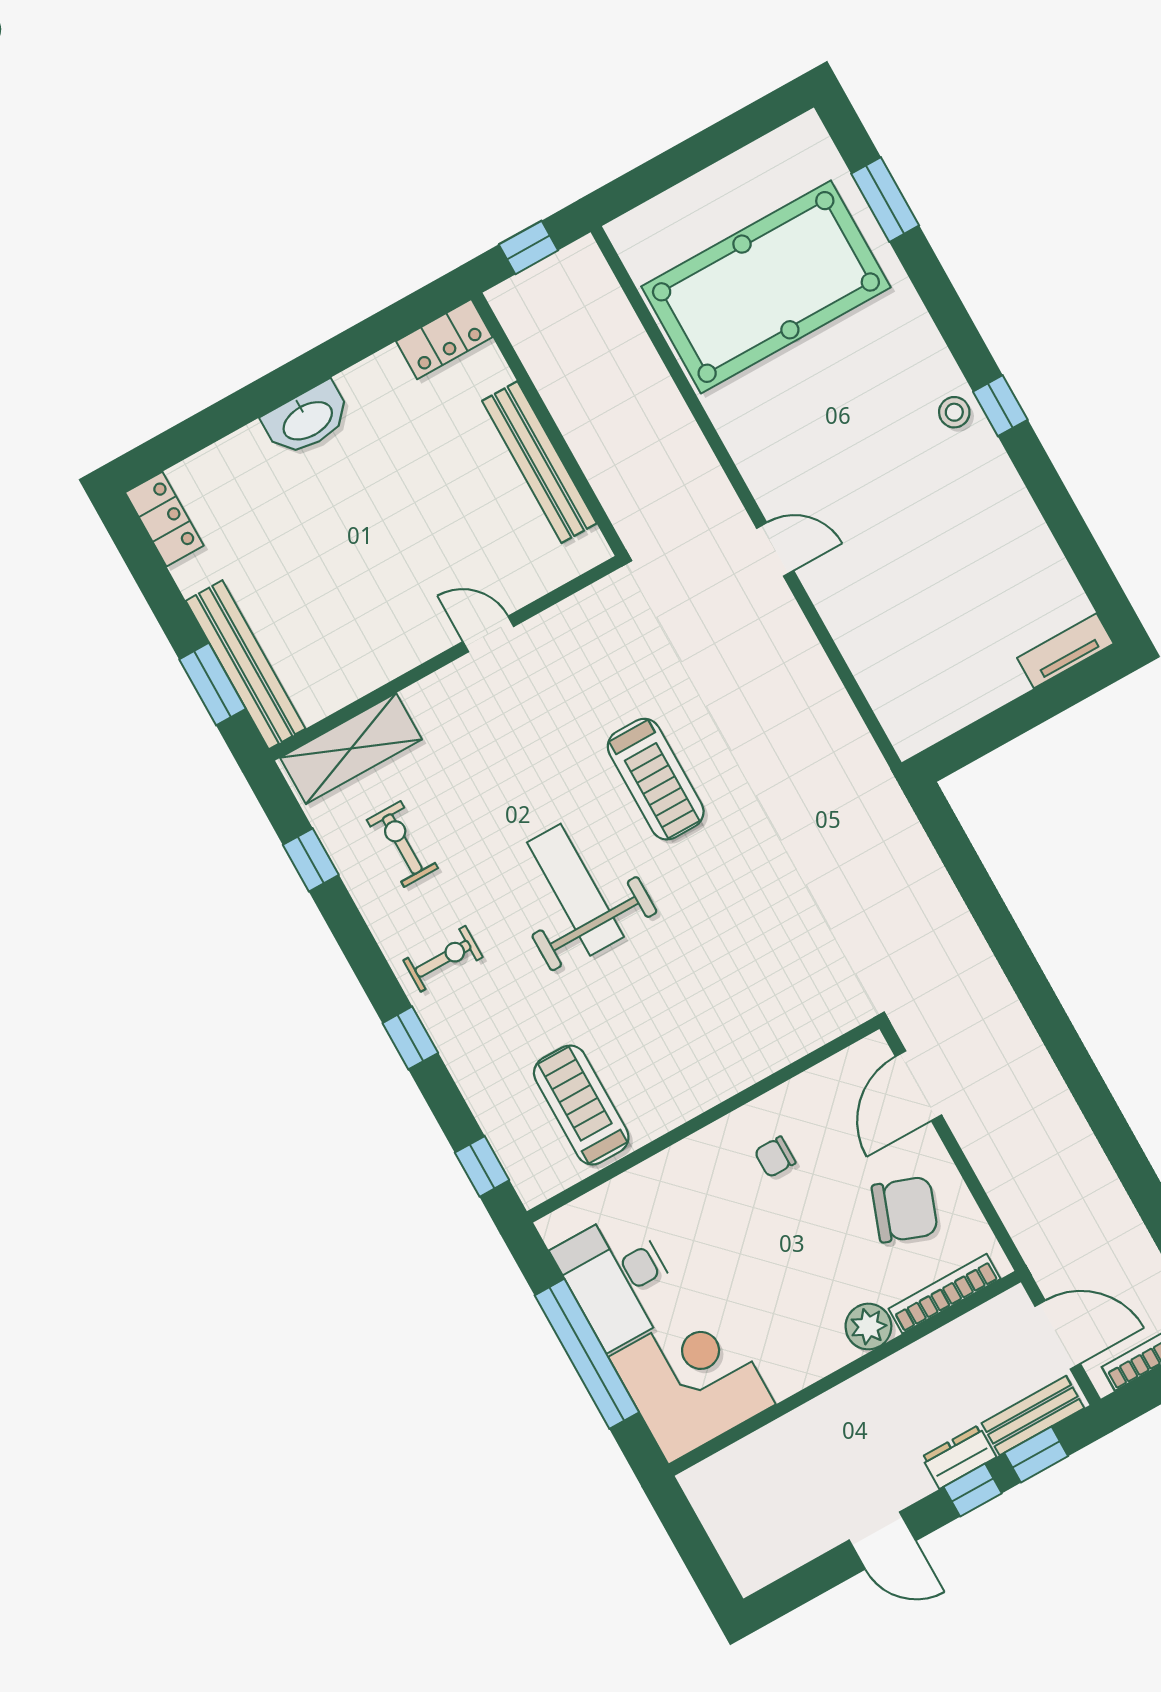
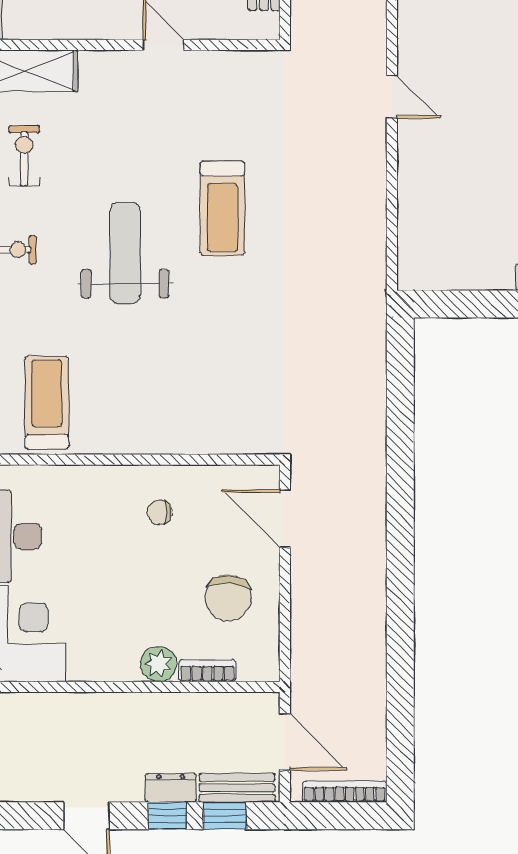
door: (918, 1086) -> (285, 518), hinge flipped
chair: (905, 1210) -> (228, 598), turned 73
bookcase: (945, 1294) -> (207, 671), width x0.64

